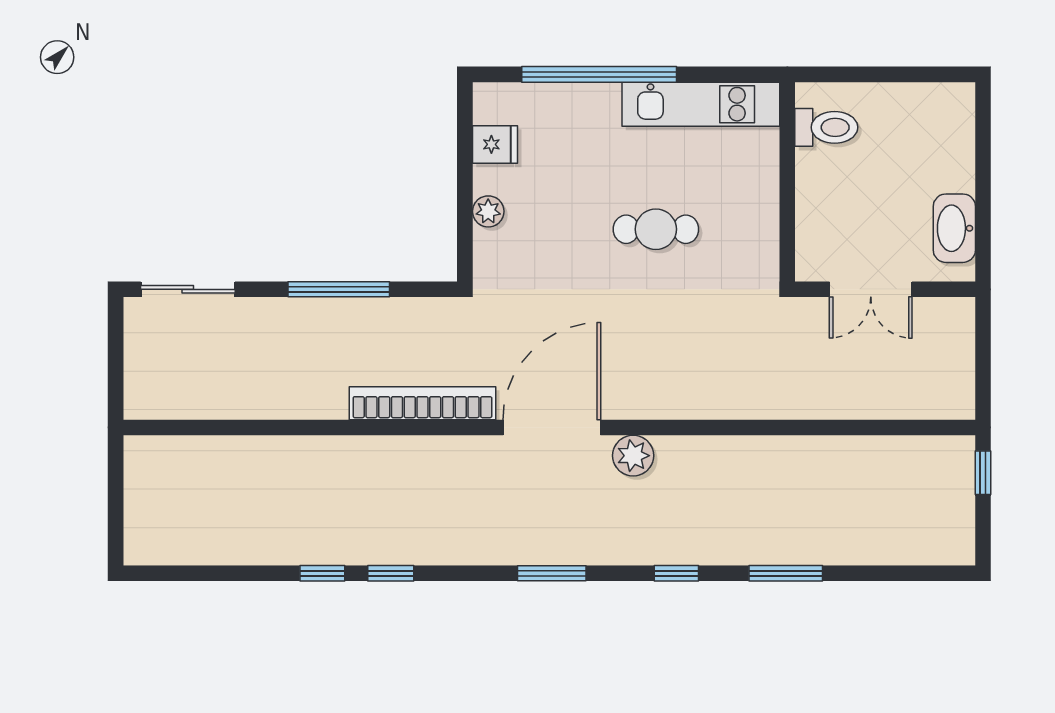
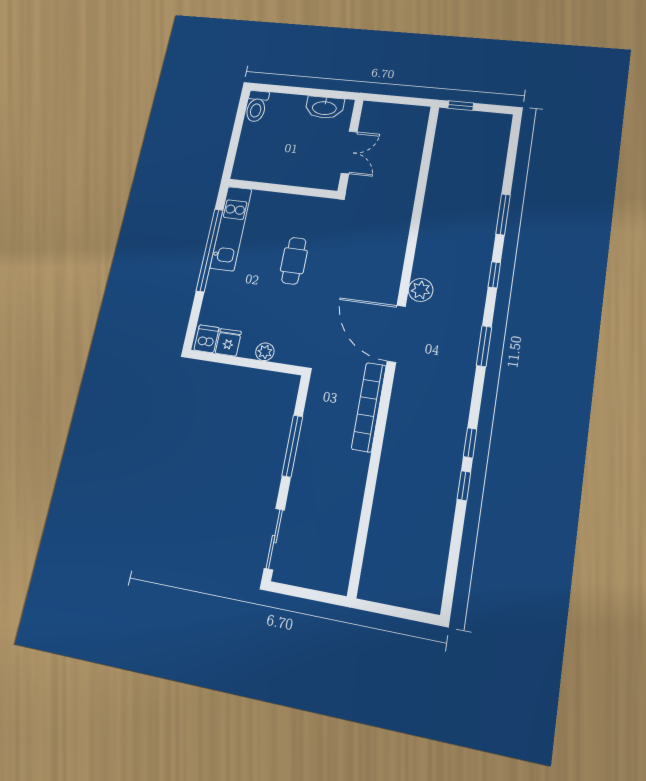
window: (599, 74) -> (210, 250), moved
dishwasher: (496, 105) -> (206, 339), added
toilet: (826, 127) -> (257, 106), moved, turned 180

